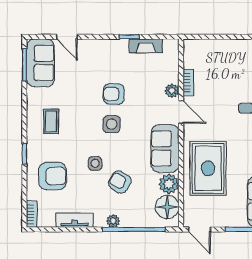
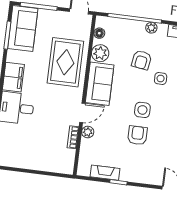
armchair: (114, 94) -> (137, 135), turned -90
door: (181, 112) -> (82, 113), swing flipped
armchair: (120, 182) -> (142, 60), turned 69
floor lamp: (167, 207) -> (99, 33), width x0.53, depth x0.53

